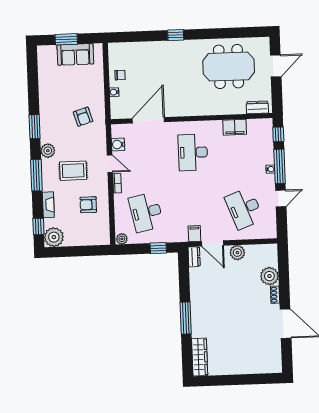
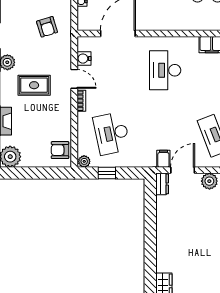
armchair: (88, 205) -> (60, 150), moved
door: (212, 243) -> (183, 170), swing flipped
window: (158, 248) -> (107, 173), moved
window: (186, 318) -> (150, 250), removed

